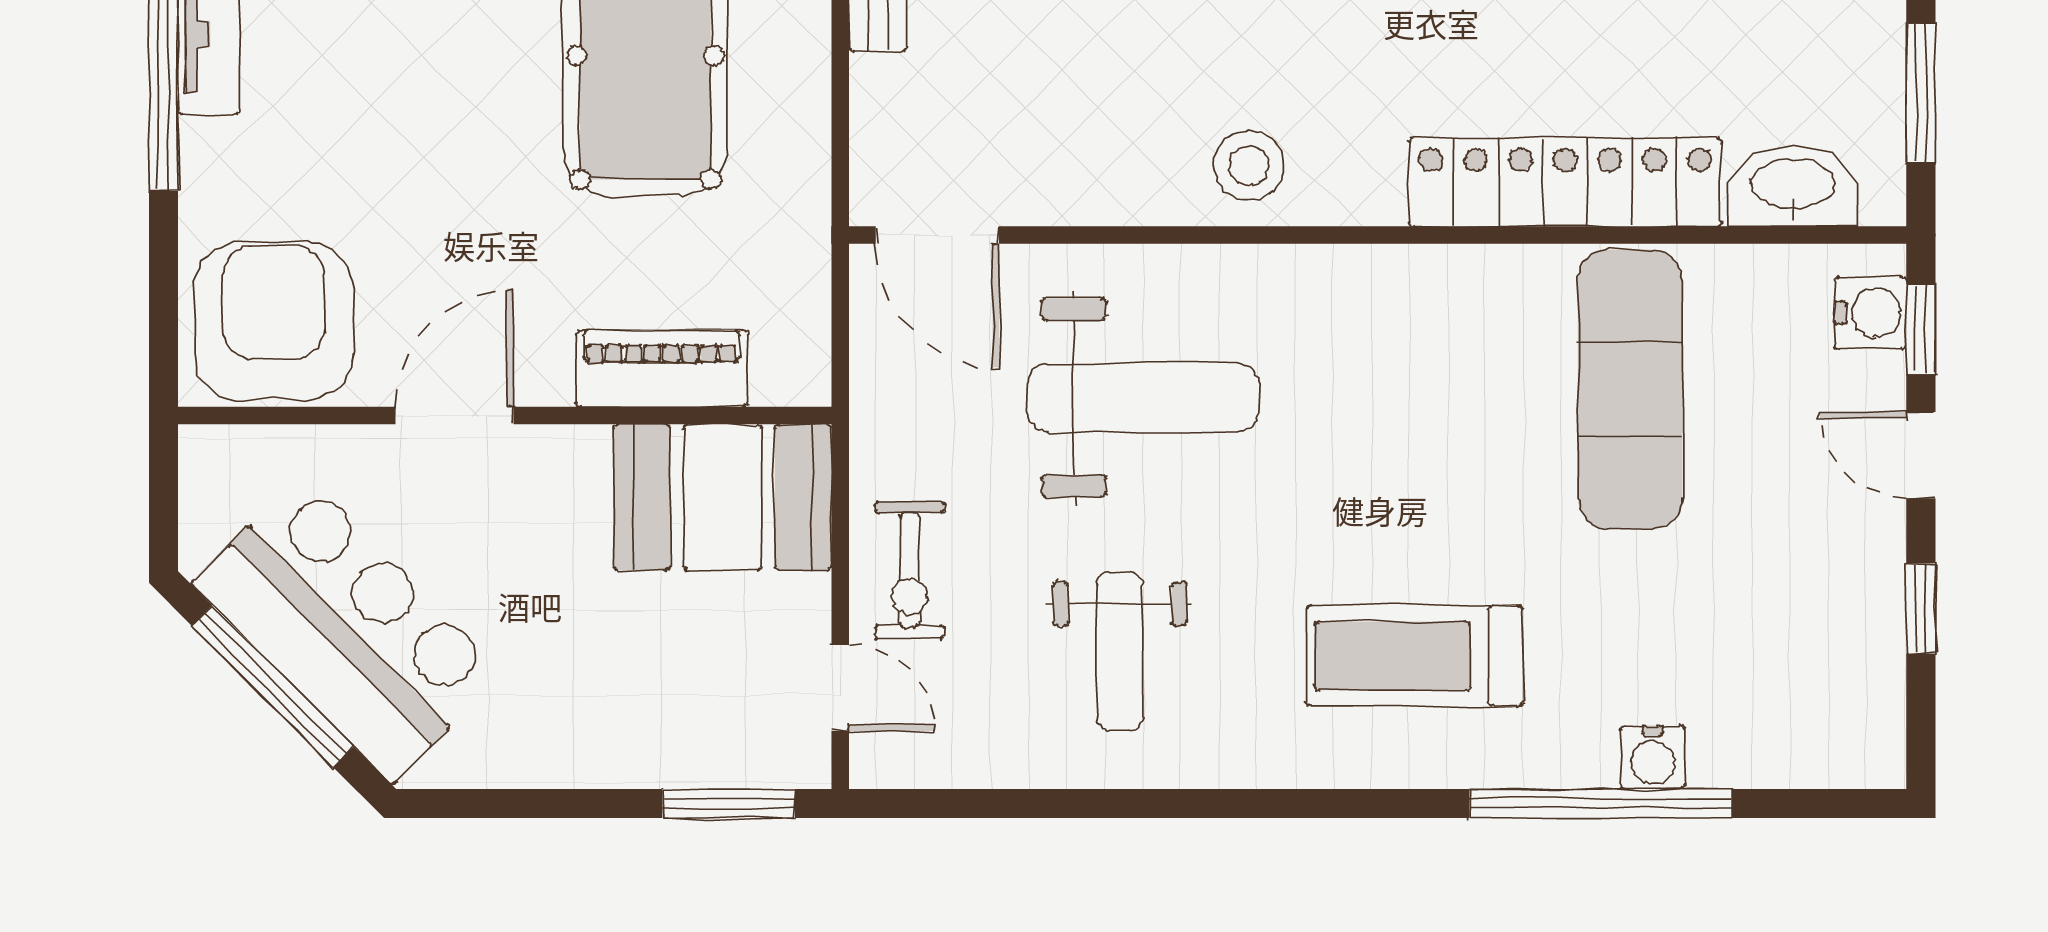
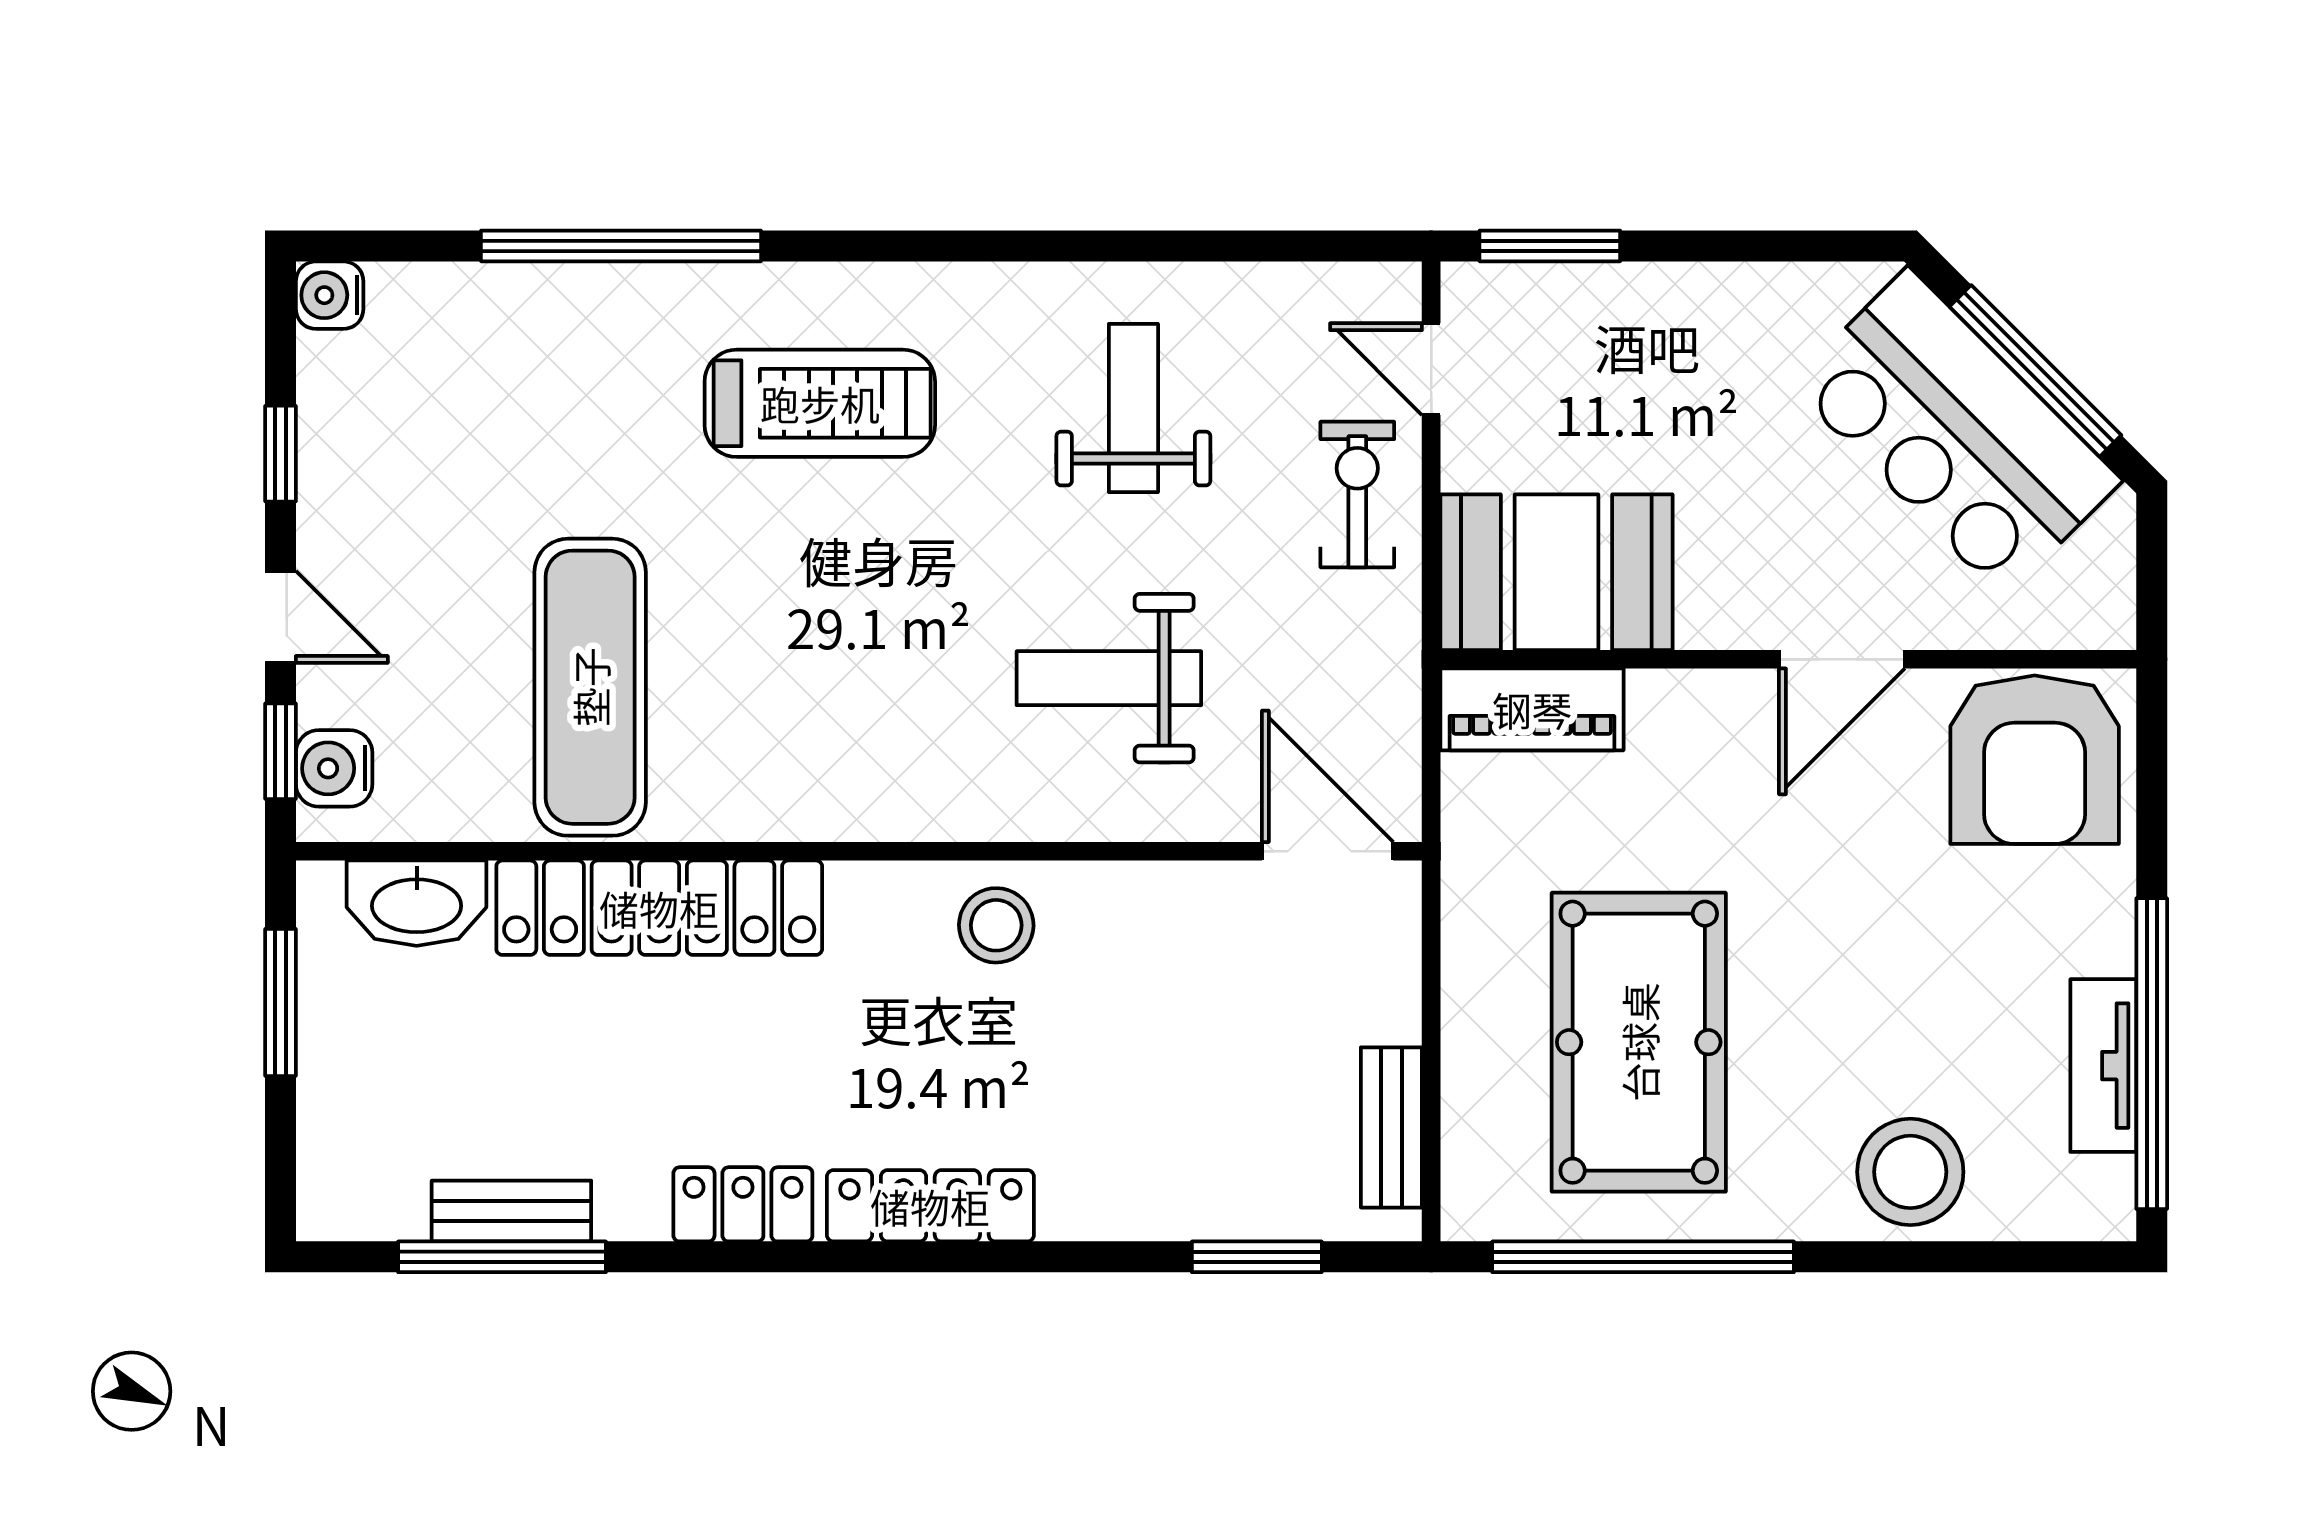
piano: (662, 368) -> (1532, 709), moved
weight bench: (1143, 398) -> (1109, 678), width x0.73, depth x0.75
water cooler: (1653, 757) -> (330, 295), moved, turned -90

